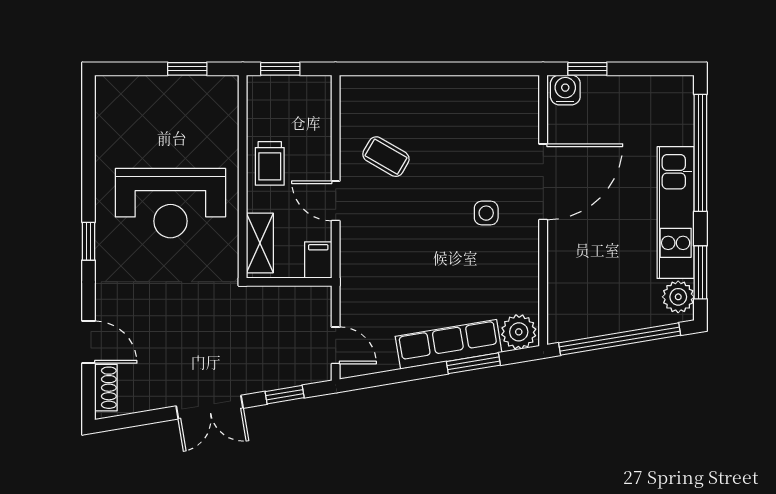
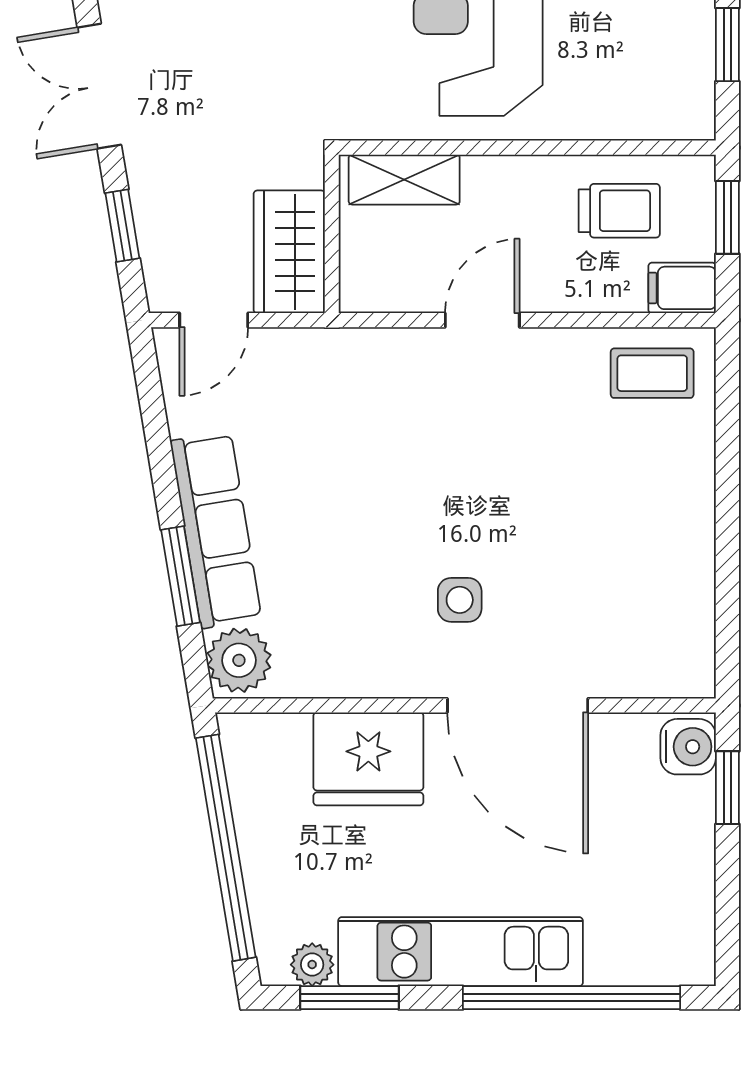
coffee table: (386, 157) -> (652, 373), moved, turned 60
trolley: (270, 163) -> (619, 211), moved, turned 180
filing cabinet: (318, 260) -> (682, 288), moved, turned 180
fridge: (572, 262) -> (368, 759), added
plant: (678, 297) -> (312, 965), width x0.73, depth x0.73
wardrobe: (299, 305) -> (289, 252), added

